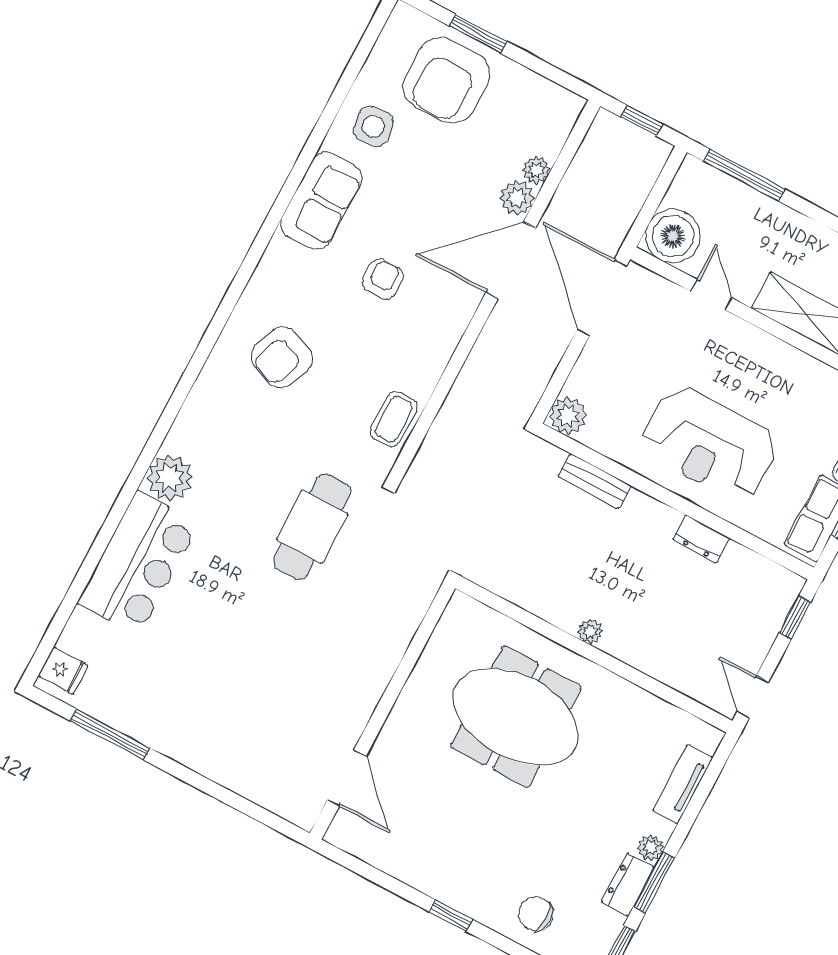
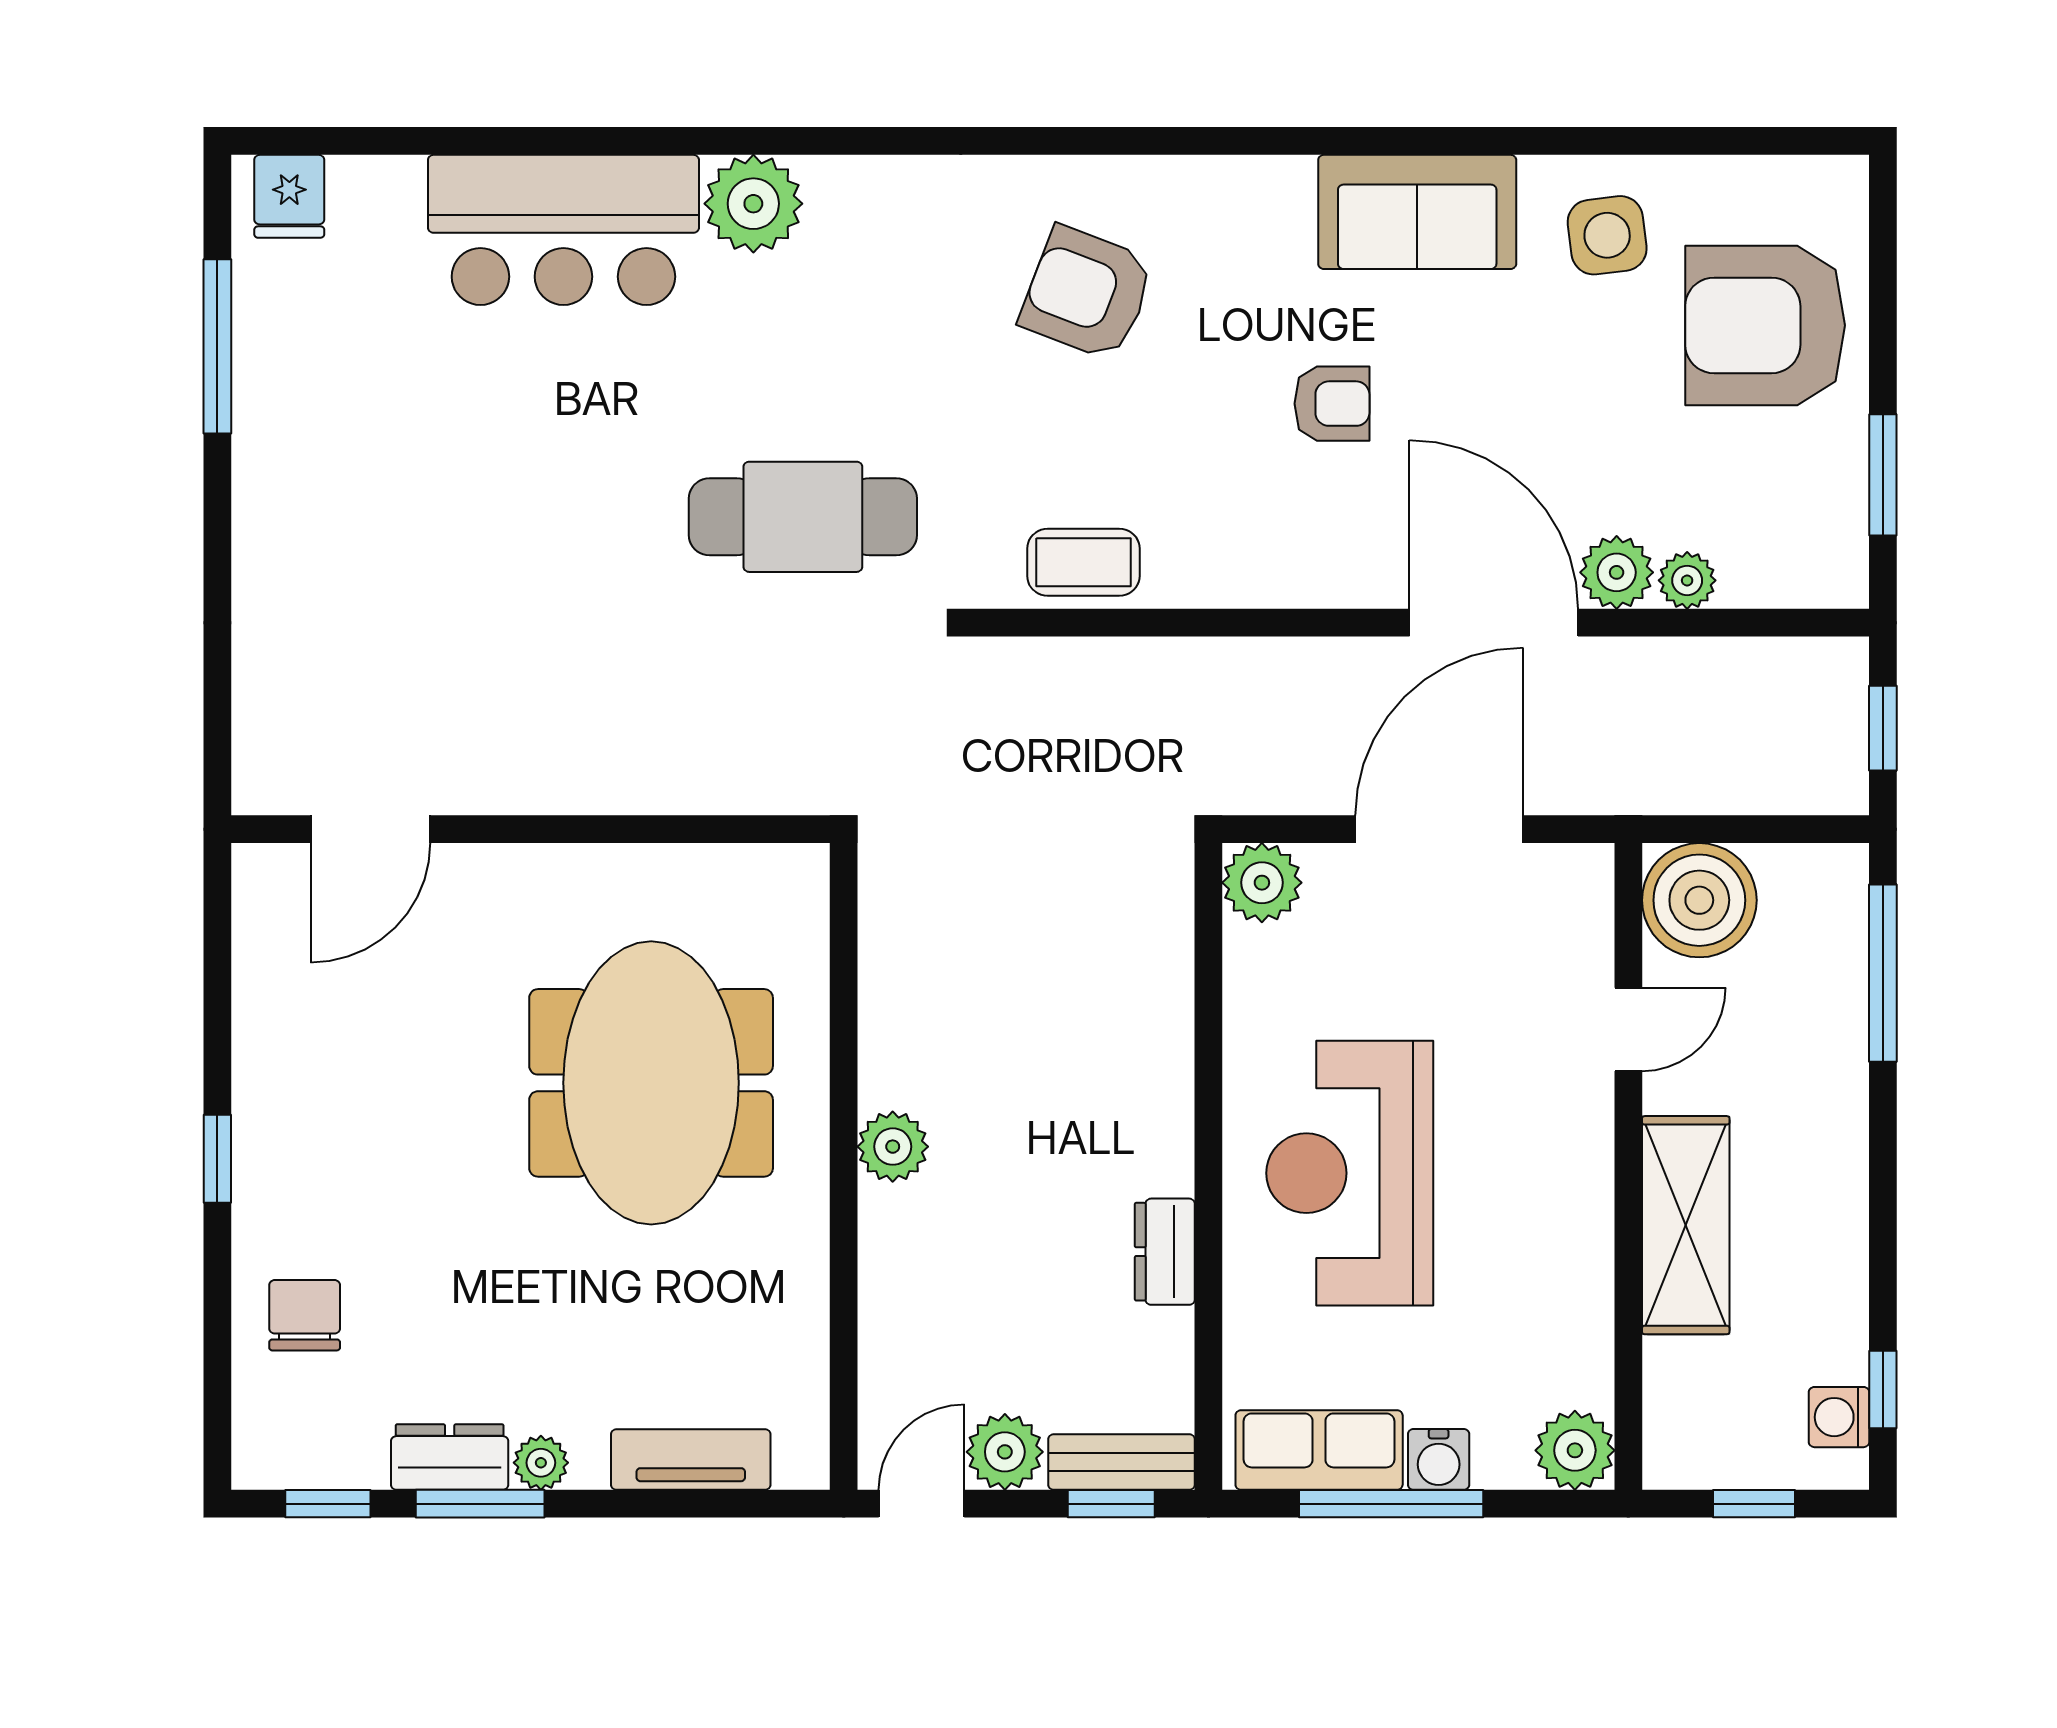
window: (478, 34) -> (1883, 475), moved
door: (602, 298) -> (1439, 829), moved
bench: (595, 481) -> (1122, 1462), moved, turned 90
plant: (590, 631) -> (893, 1147), width x1.38, depth x1.38
plant: (749, 651) -> (1005, 1452), added

